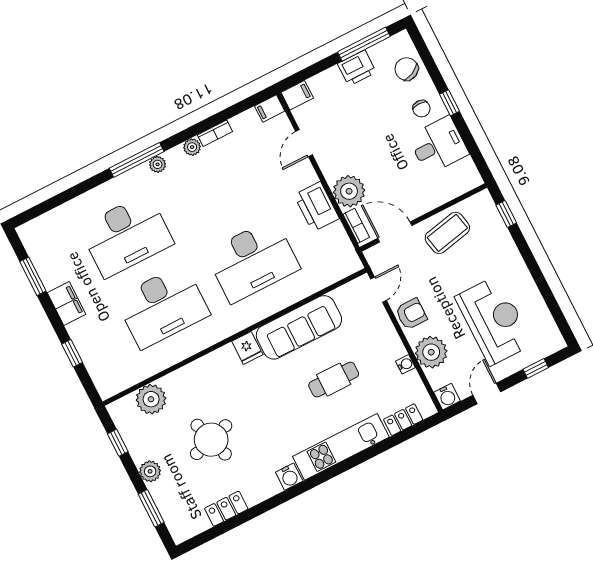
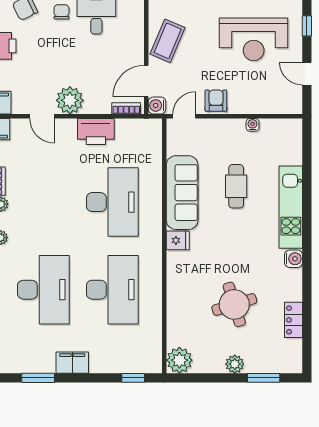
chair: (421, 109) -> (61, 12), turned -90
plant: (349, 191) -> (70, 100), moved
coffee table: (447, 233) -> (168, 41), turned 35
door: (379, 290) -> (184, 116), hinge flipped
reception desk: (494, 321) -> (254, 39), turned 180
plant: (431, 352) -> (253, 100), removed
window: (72, 353) -> (133, 378), moved
water cooler: (447, 397) -> (157, 105), moved, turned 180
plant: (151, 399) -> (179, 360), moved
locker: (403, 420) -> (294, 148), removed
window: (118, 443) -> (200, 378), removed

